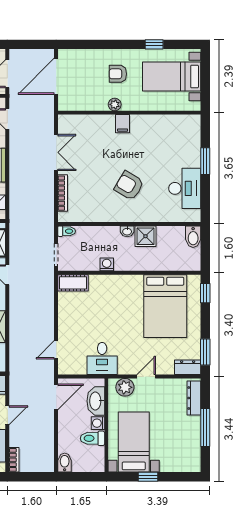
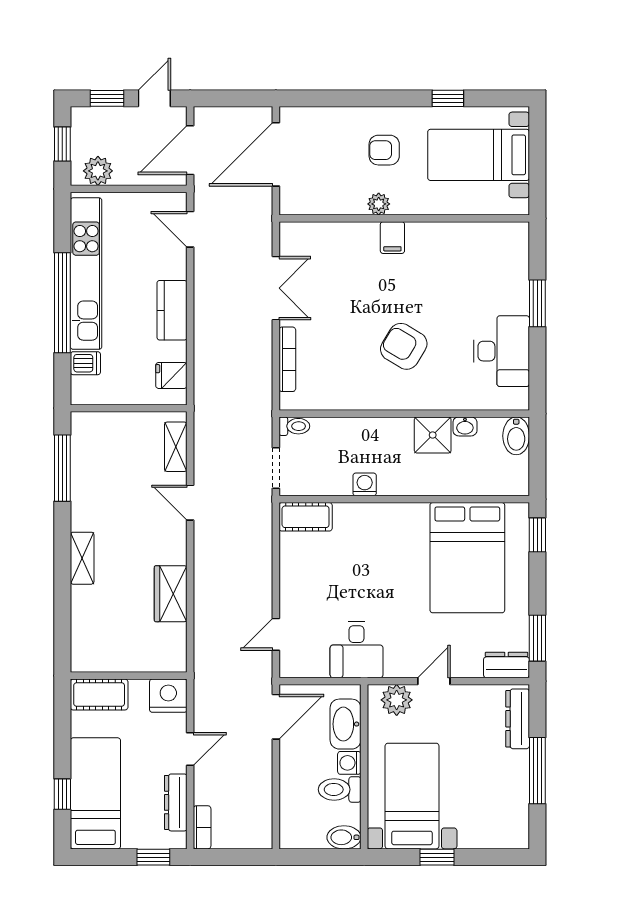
washbasin: (127, 231) -> (465, 426), moved
bidet: (65, 463) -> (344, 837), moved, turned -90

